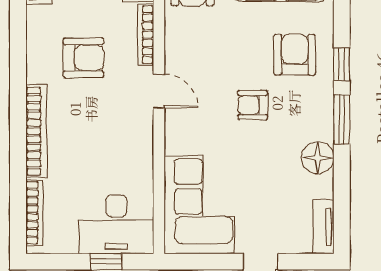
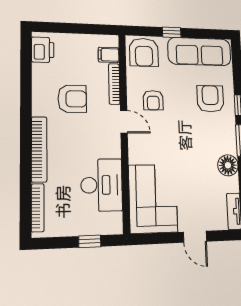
armchair: (253, 105) -> (153, 100), moved, turned -90
desk: (116, 224) -> (102, 185), moved, turned -90

